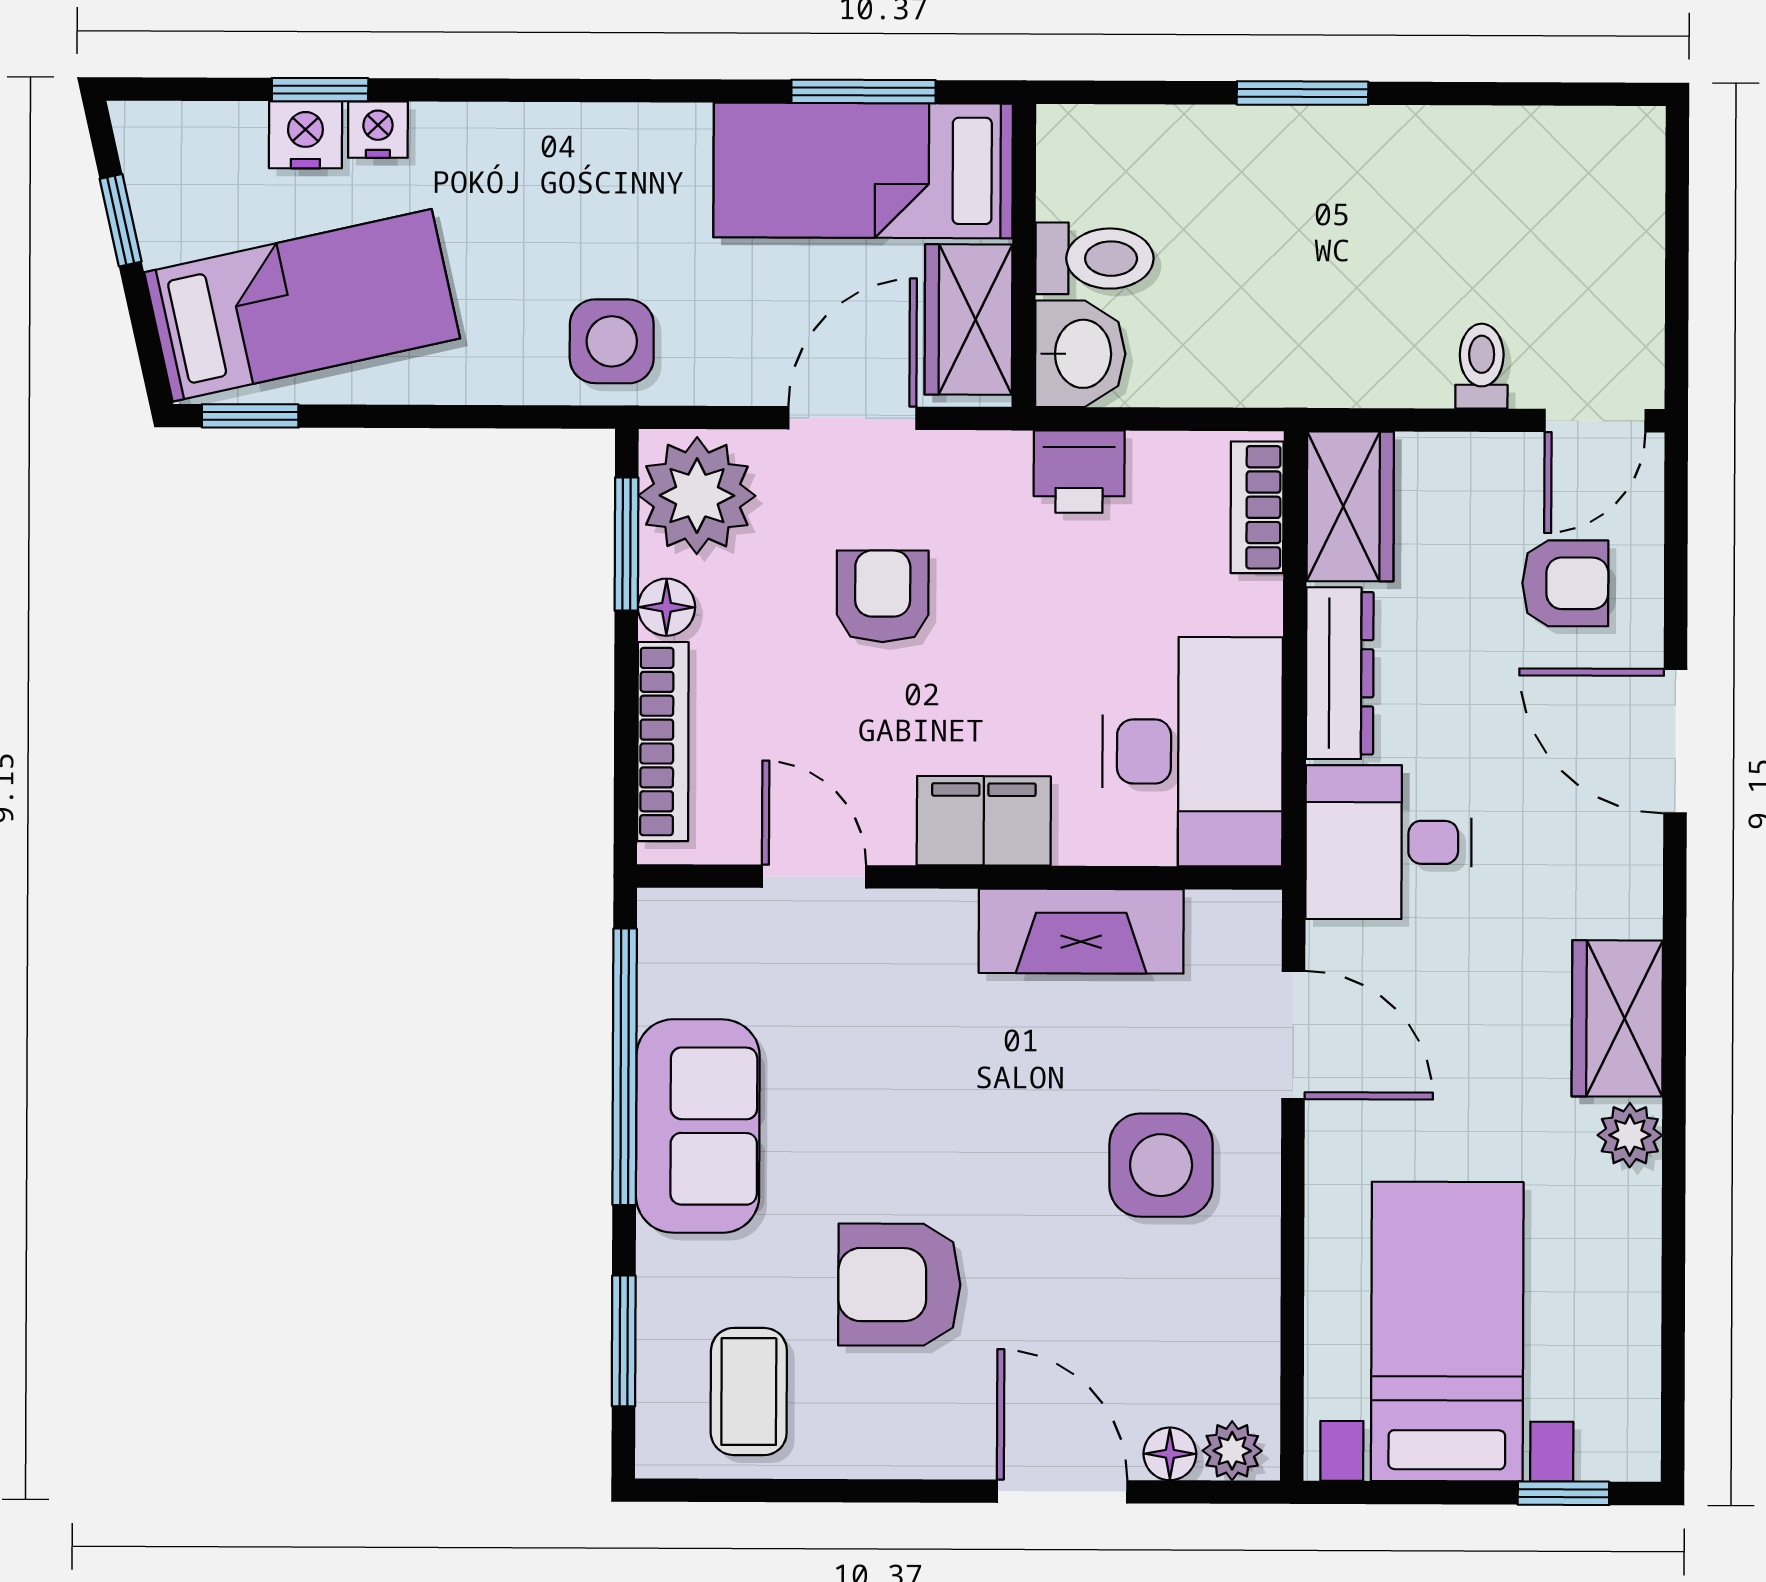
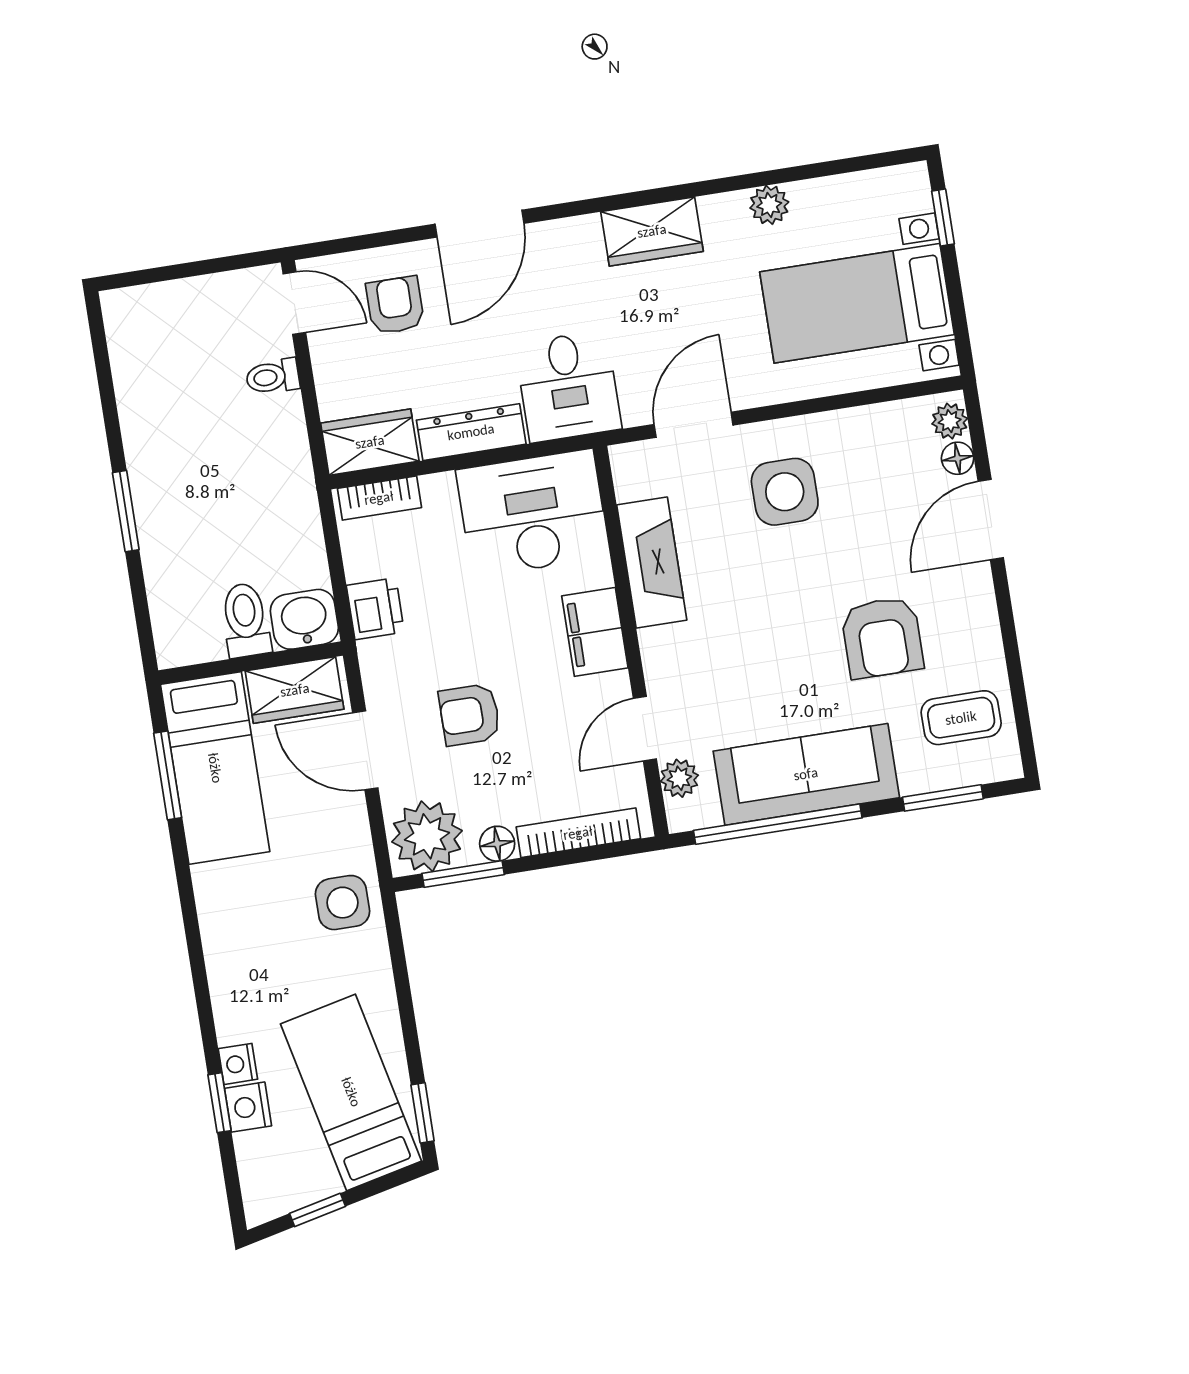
plant: (725, 919) -> (679, 778), added
sofa: (698, 1126) -> (806, 774), width x1.36
plant: (1630, 1135) -> (769, 205), moved

